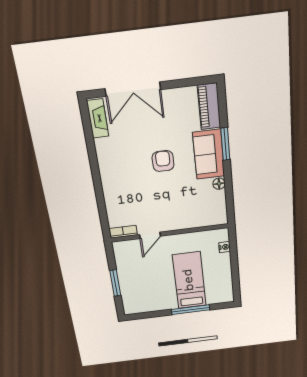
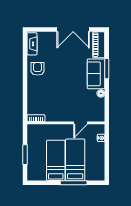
double door: (133, 89) -> (73, 29), moved
armchair: (163, 161) -> (38, 69), moved
door: (150, 235) -> (81, 123), moved
bed: (161, 285) -> (56, 160), added

